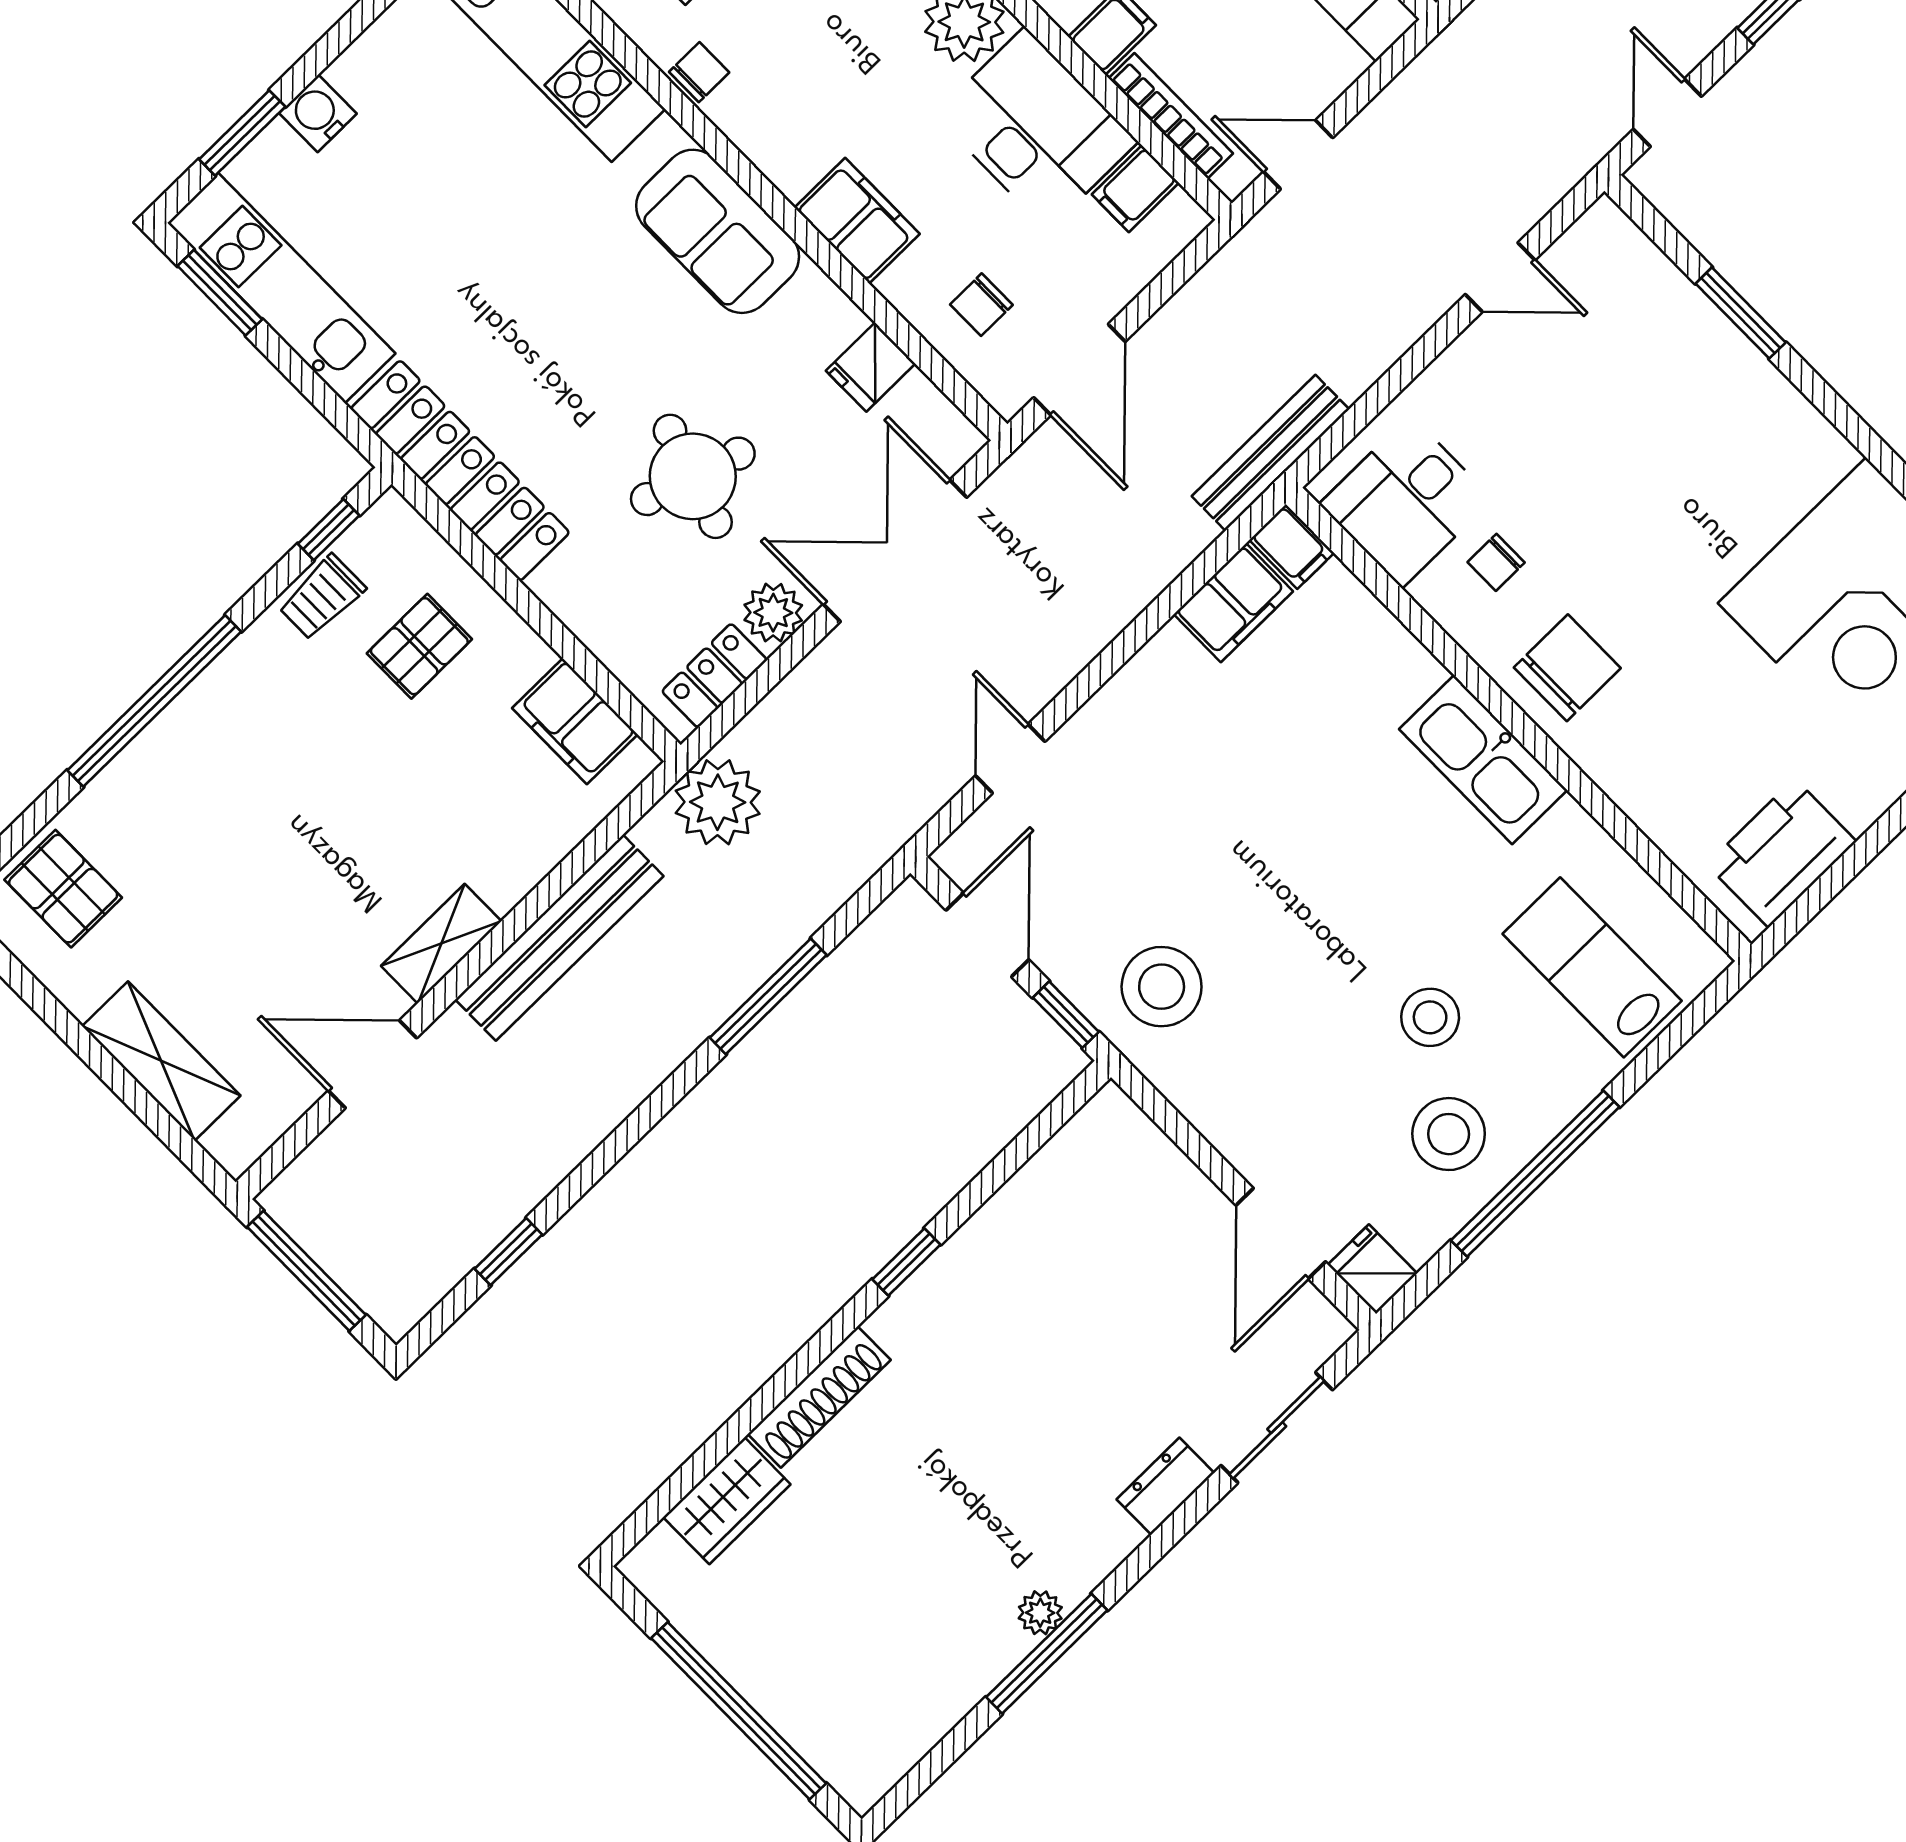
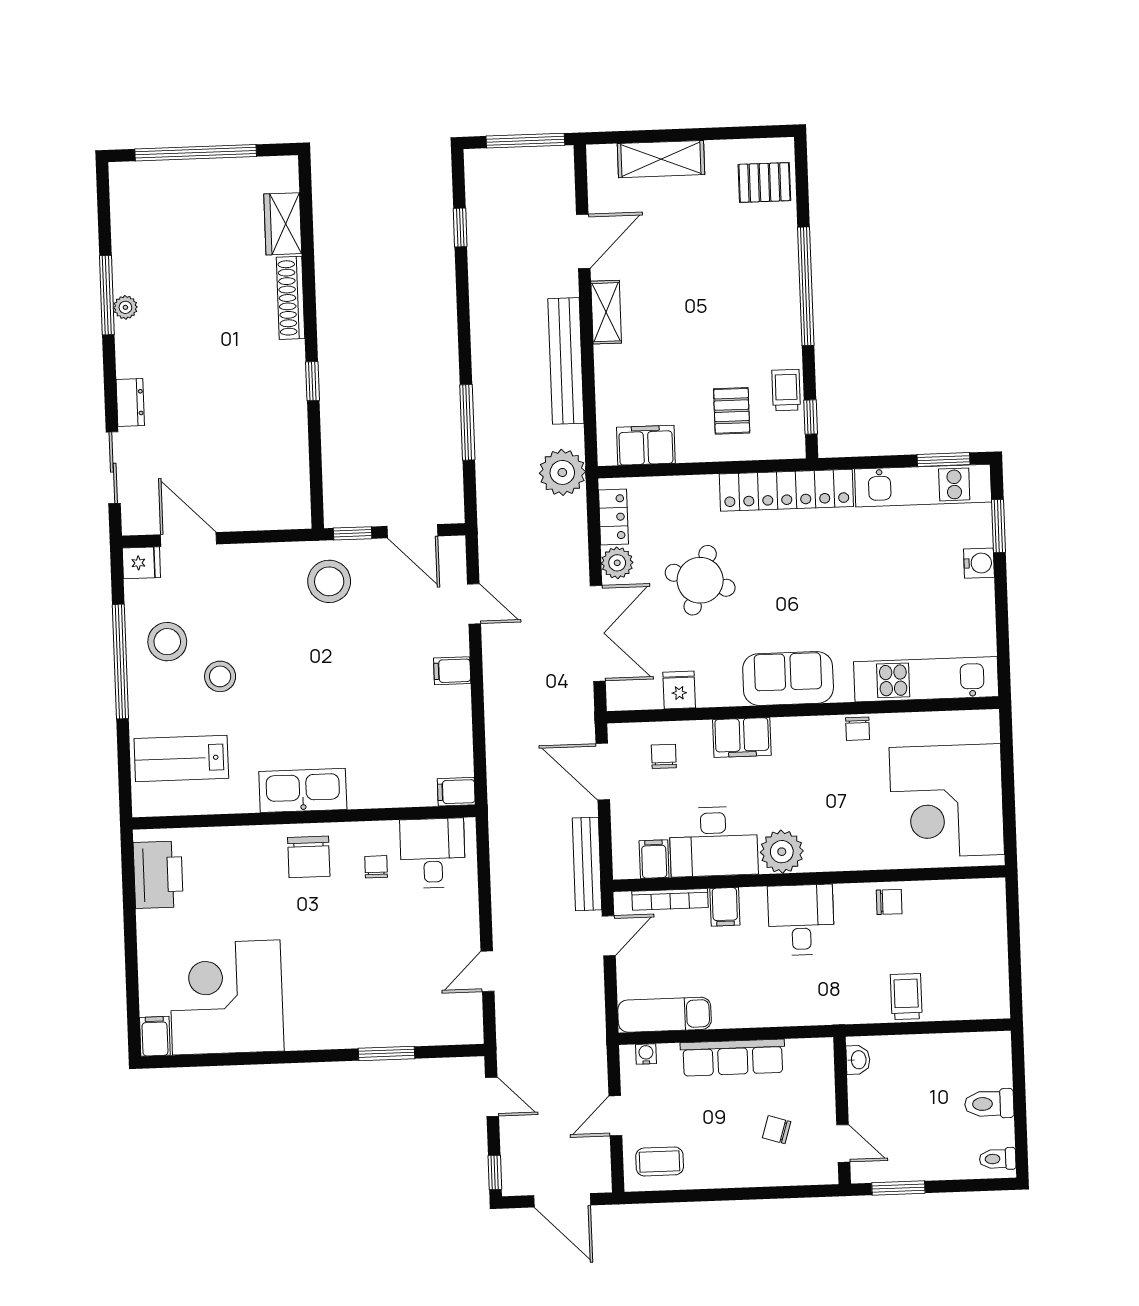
bench: (1270, 453) -> (587, 864), moved
filing cabinet: (1233, 603) -> (452, 671), moved, width x0.50
lab bench: (1592, 967) -> (181, 758), turned 180

